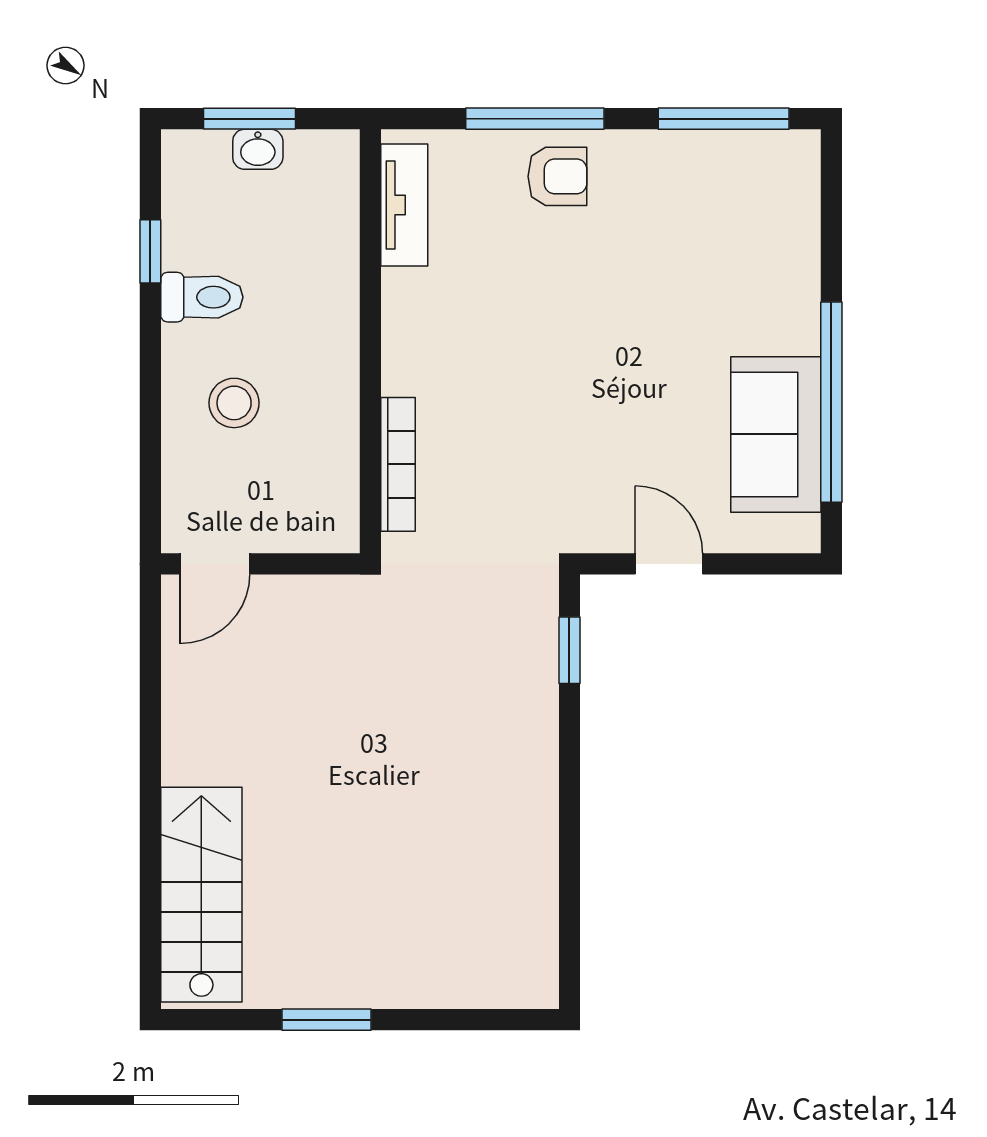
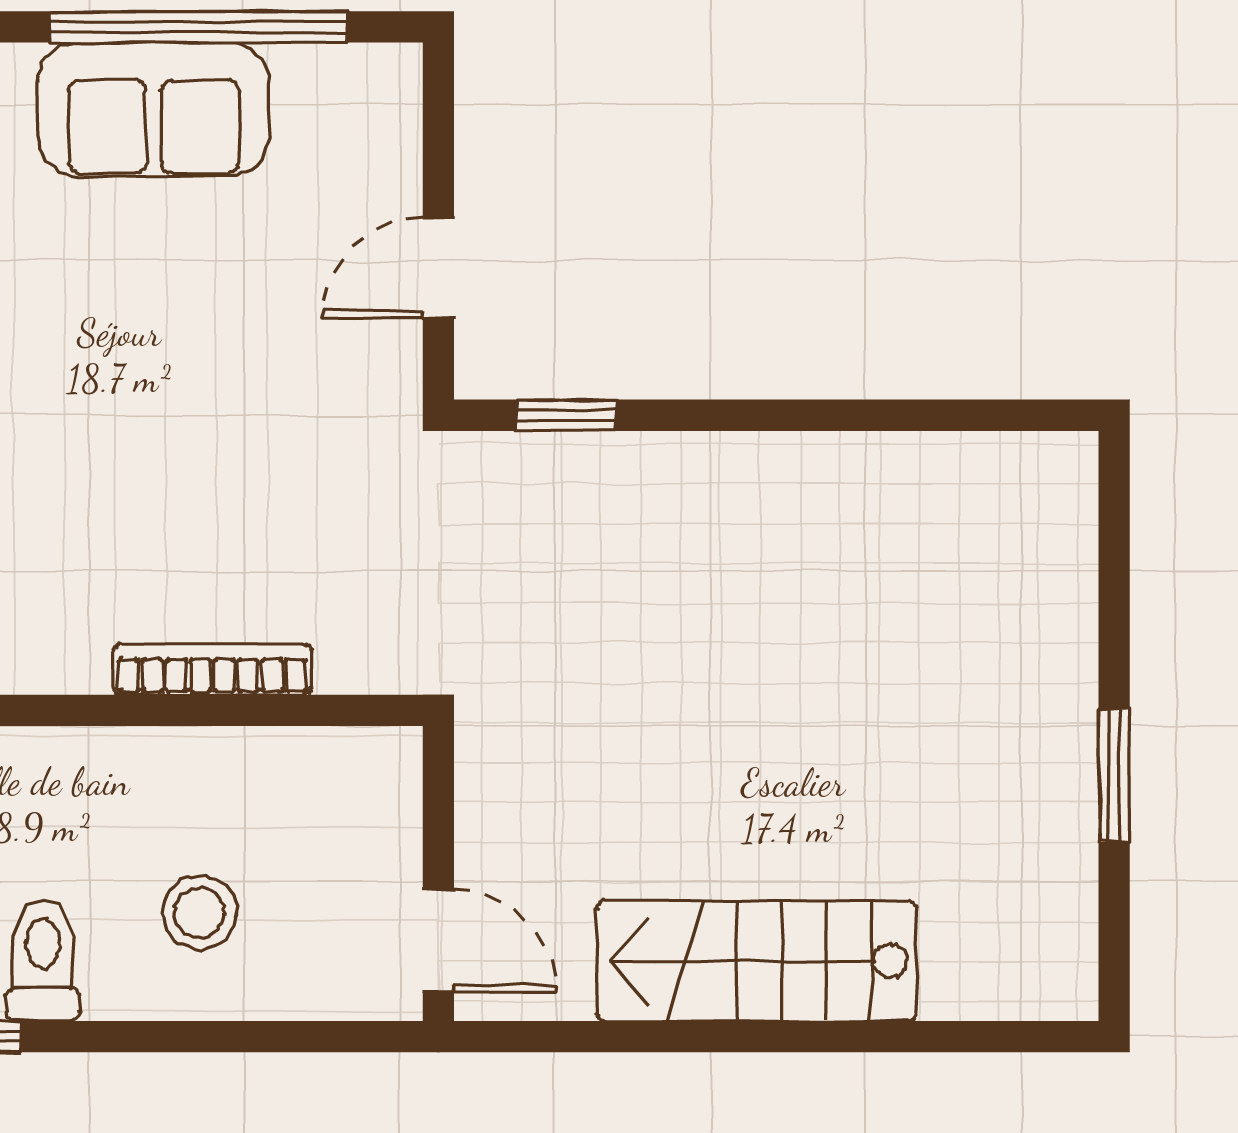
sofa: (776, 434) -> (154, 109), moved
bookcase: (398, 464) -> (212, 669), moved
stairs: (201, 895) -> (756, 961), moved

